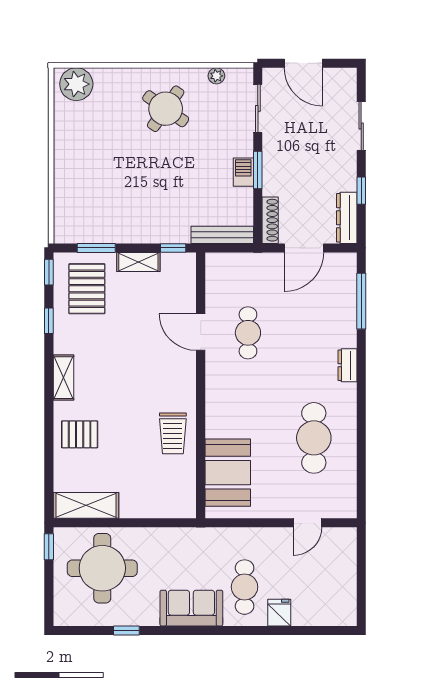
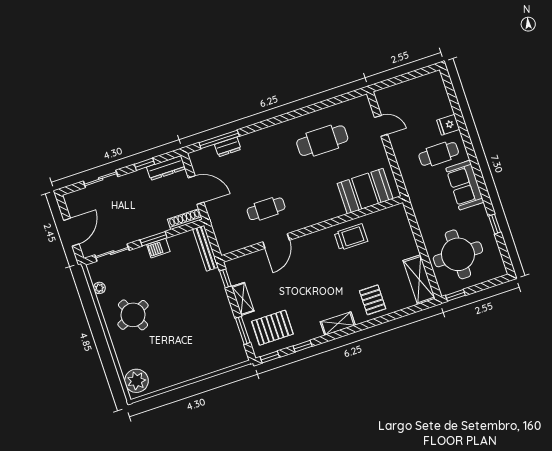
round table: (166, 109) -> (133, 315), turned 30
dresser: (347, 365) -> (228, 147), moved

